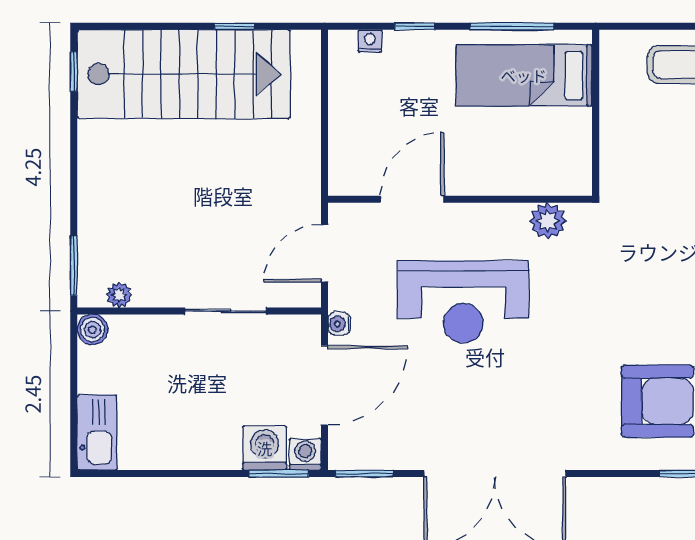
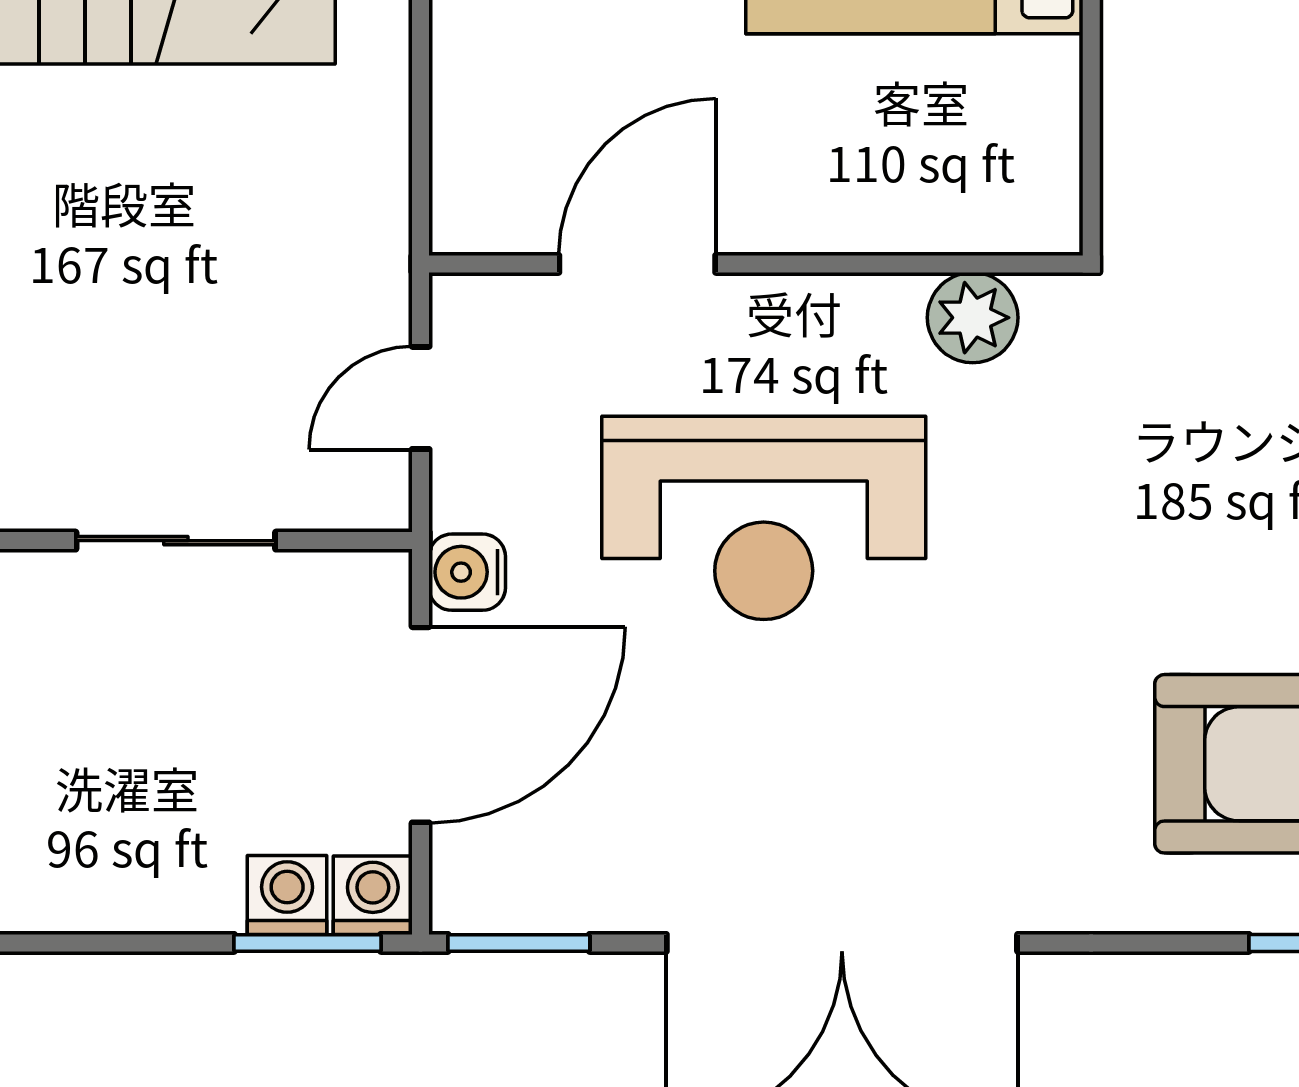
door: (325, 253) -> (421, 398), width x0.73
water cooler: (339, 324) -> (467, 572), width x1.38, depth x1.38
washing machine: (265, 448) -> (287, 895), width x0.73, depth x0.73

